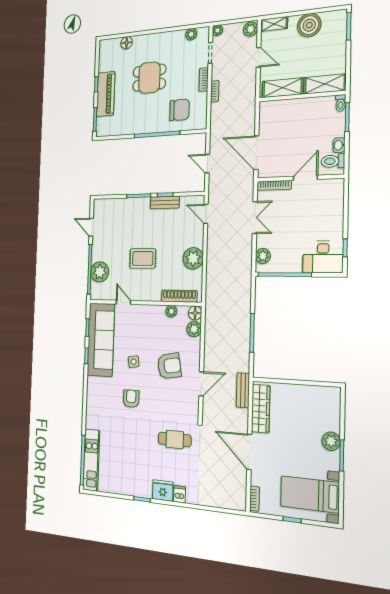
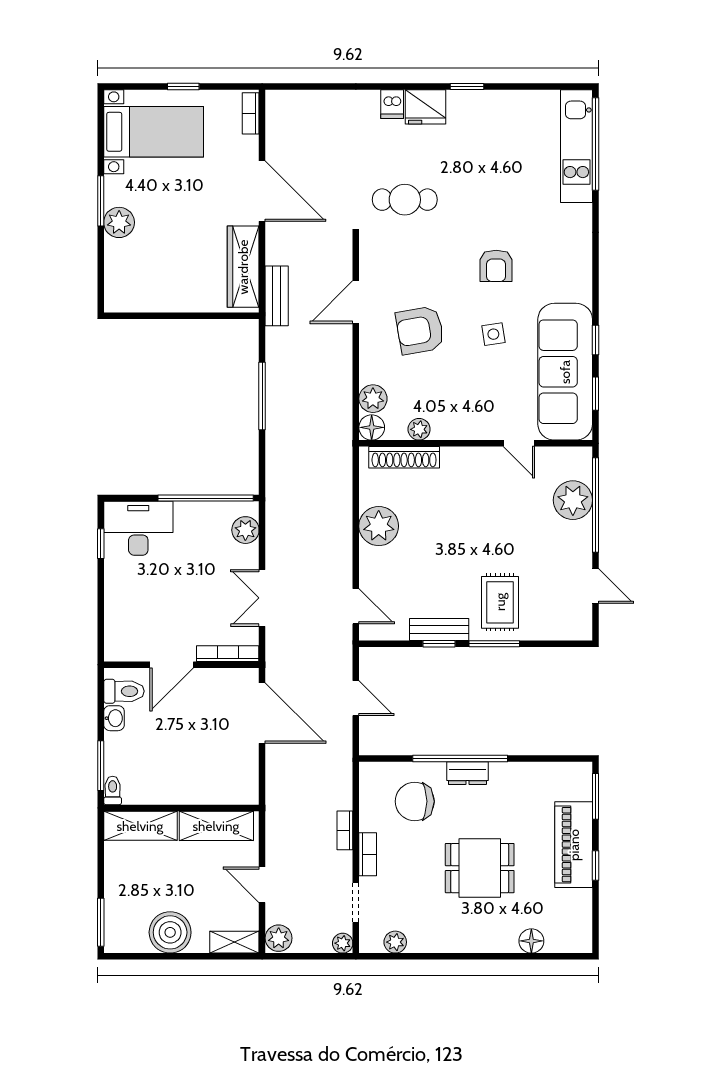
dresser: (154, 127) -> (467, 773), added
rug: (143, 258) -> (500, 602), moved, turned 90

